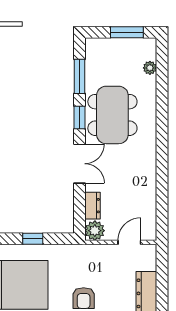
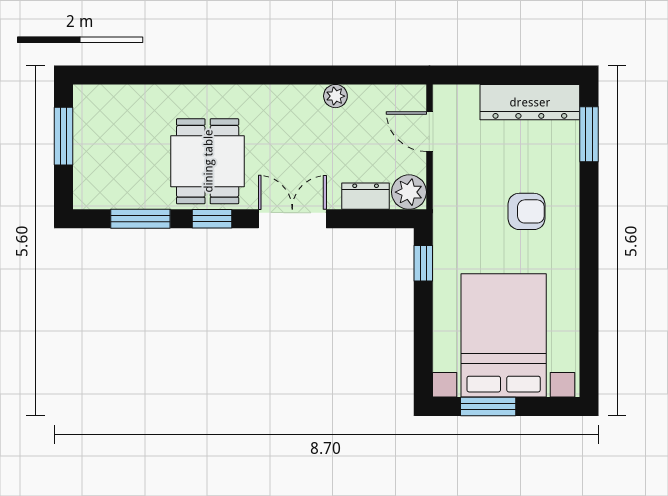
plant: (150, 68) -> (335, 96), moved
dining table: (112, 115) -> (208, 161), width x0.73
window: (33, 239) -> (423, 263), moved

